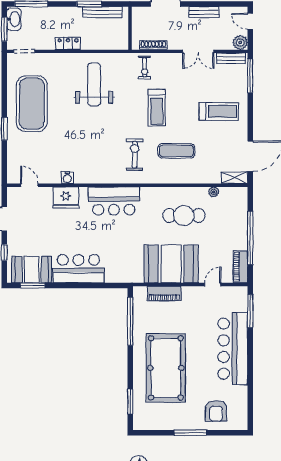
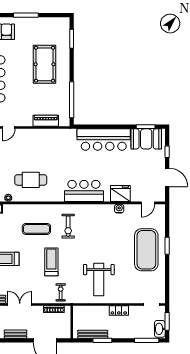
exercise mat: (32, 104) -> (146, 250), moved
door: (29, 185) -> (148, 203), hinge flipped
booth: (171, 264) -> (41, 143), removed
bar counter: (78, 269) -> (104, 140), width x1.36
pool table: (166, 368) -> (45, 64), width x0.73, depth x0.76

